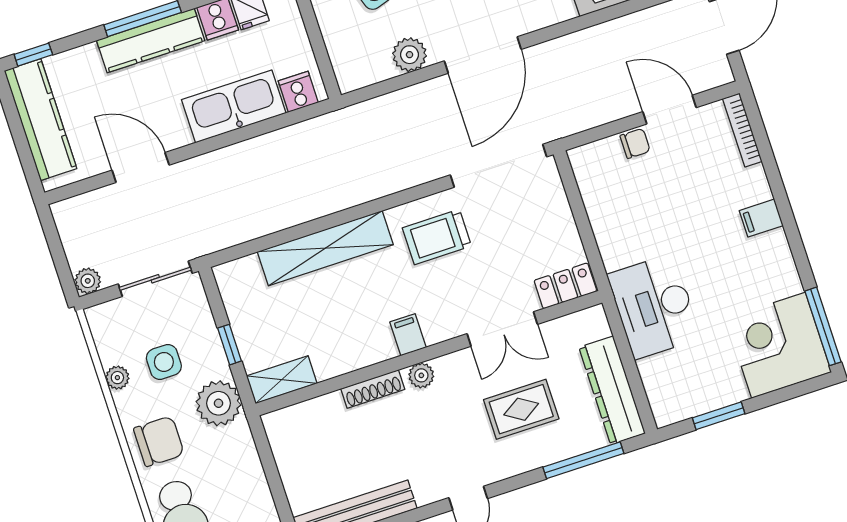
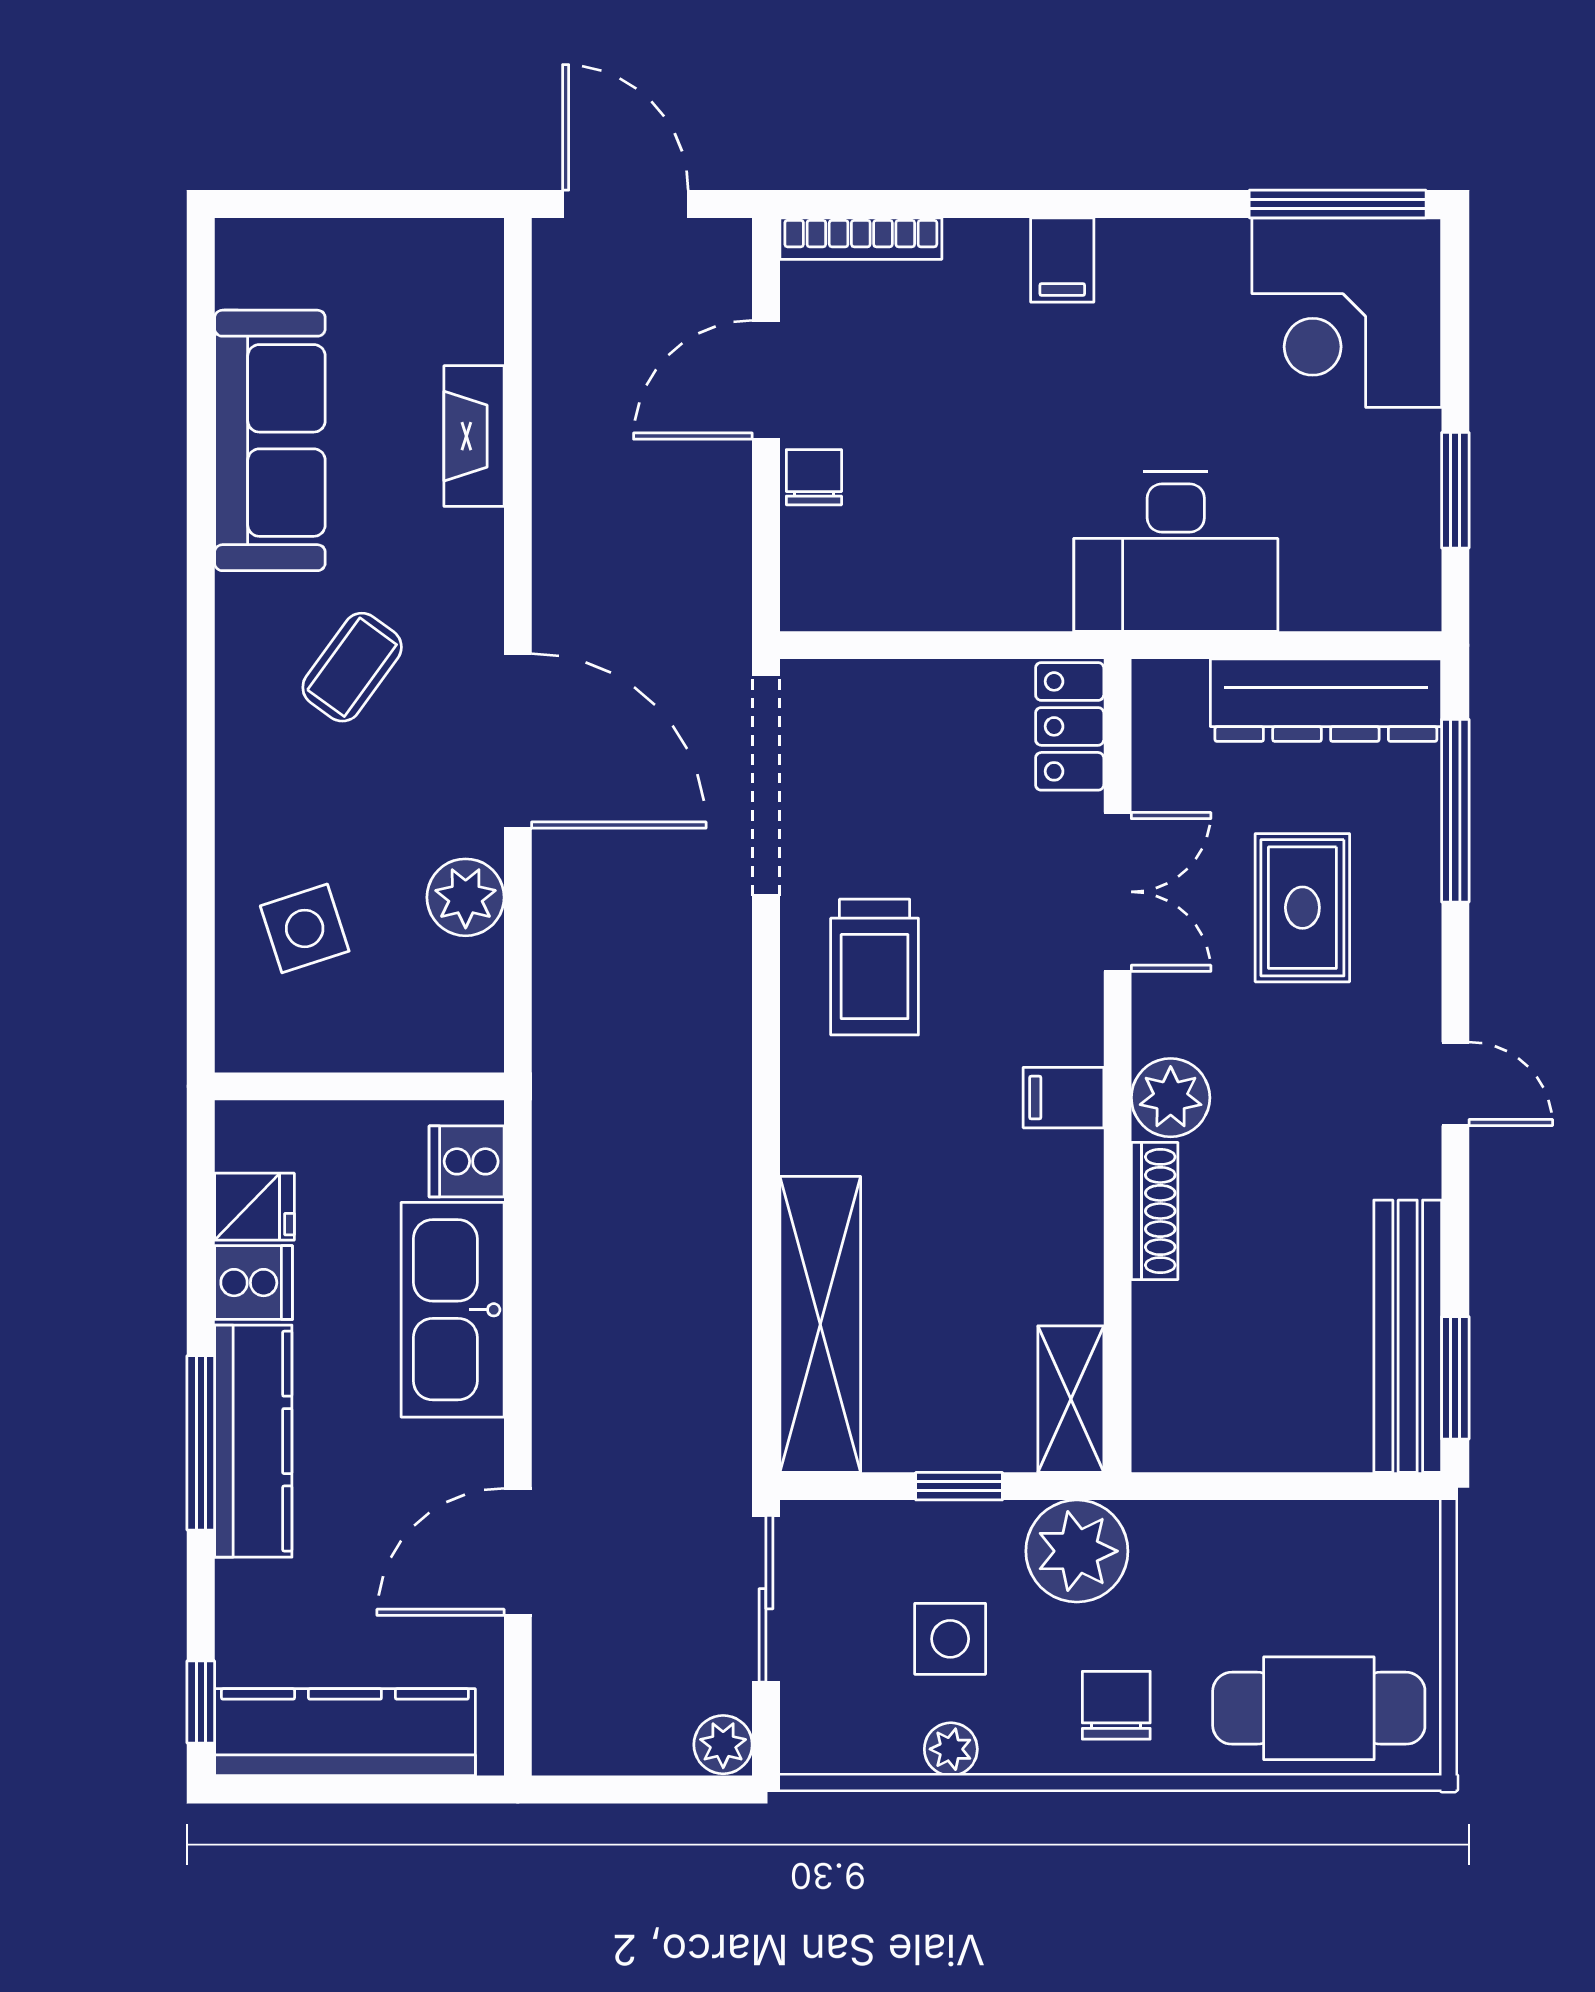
shelving: (325, 248) -> (820, 1324), moved
plant: (421, 375) -> (1171, 1098), width x1.38, depth x1.38
chair: (159, 441) -> (1116, 1705), width x0.73, depth x0.73

